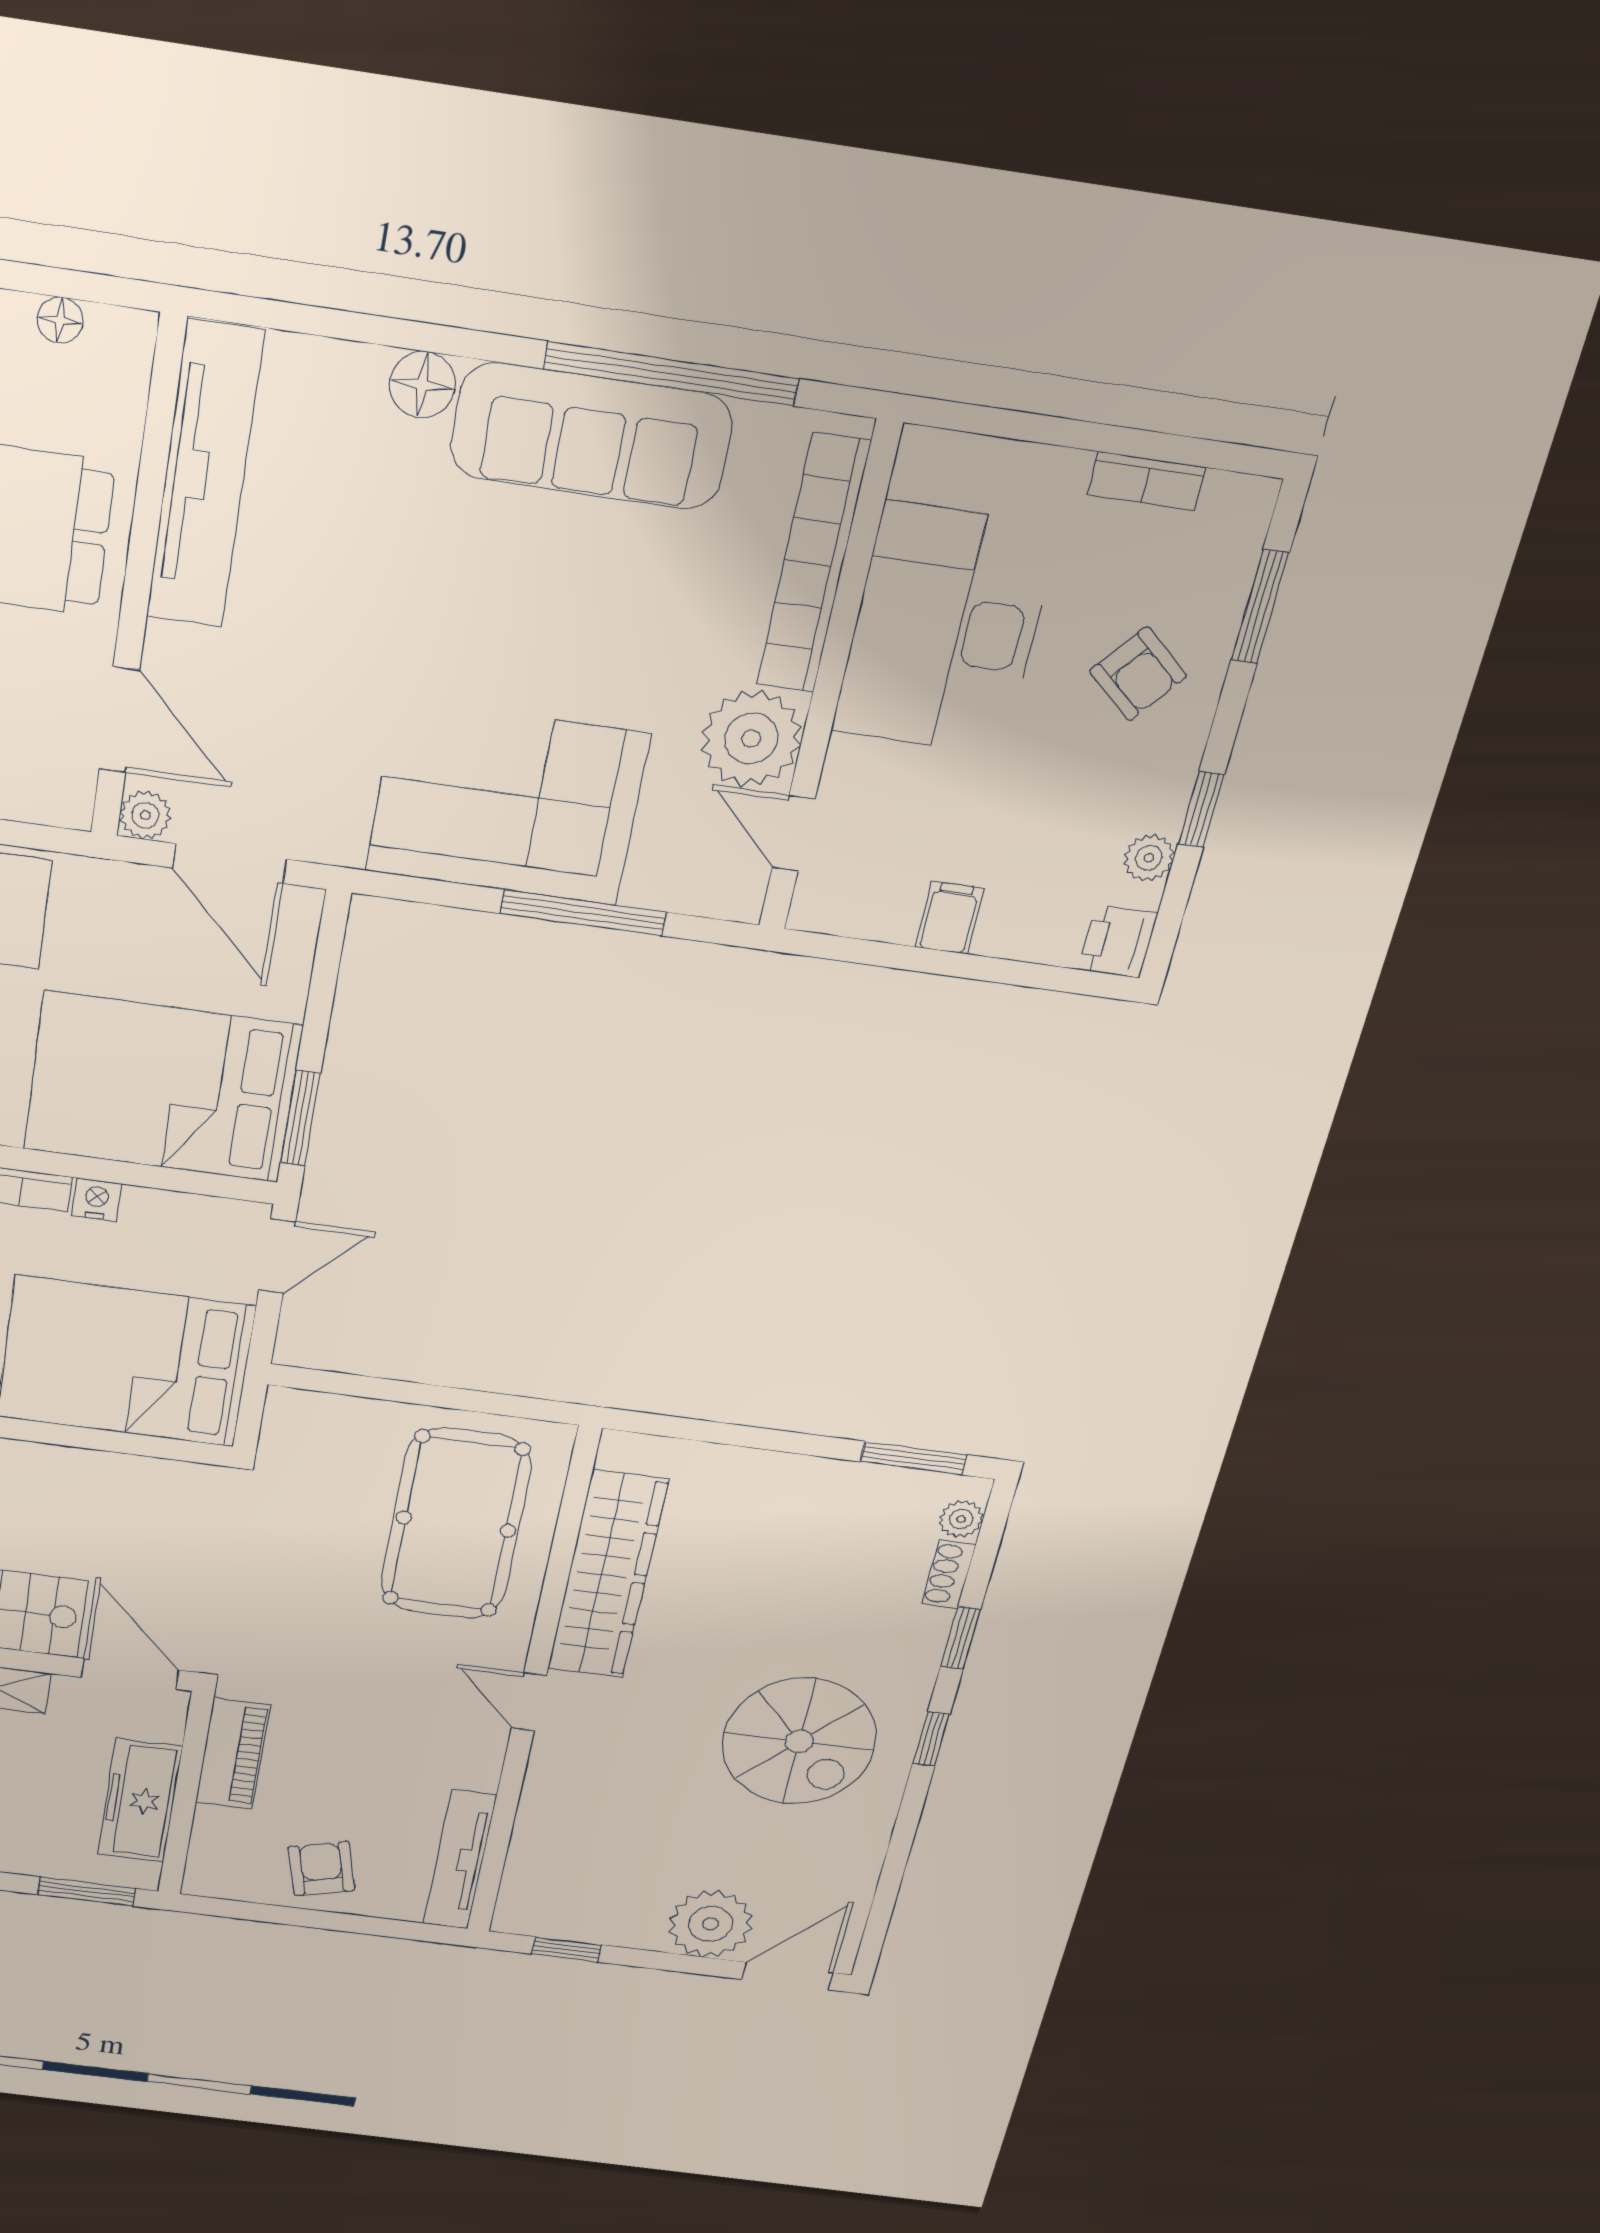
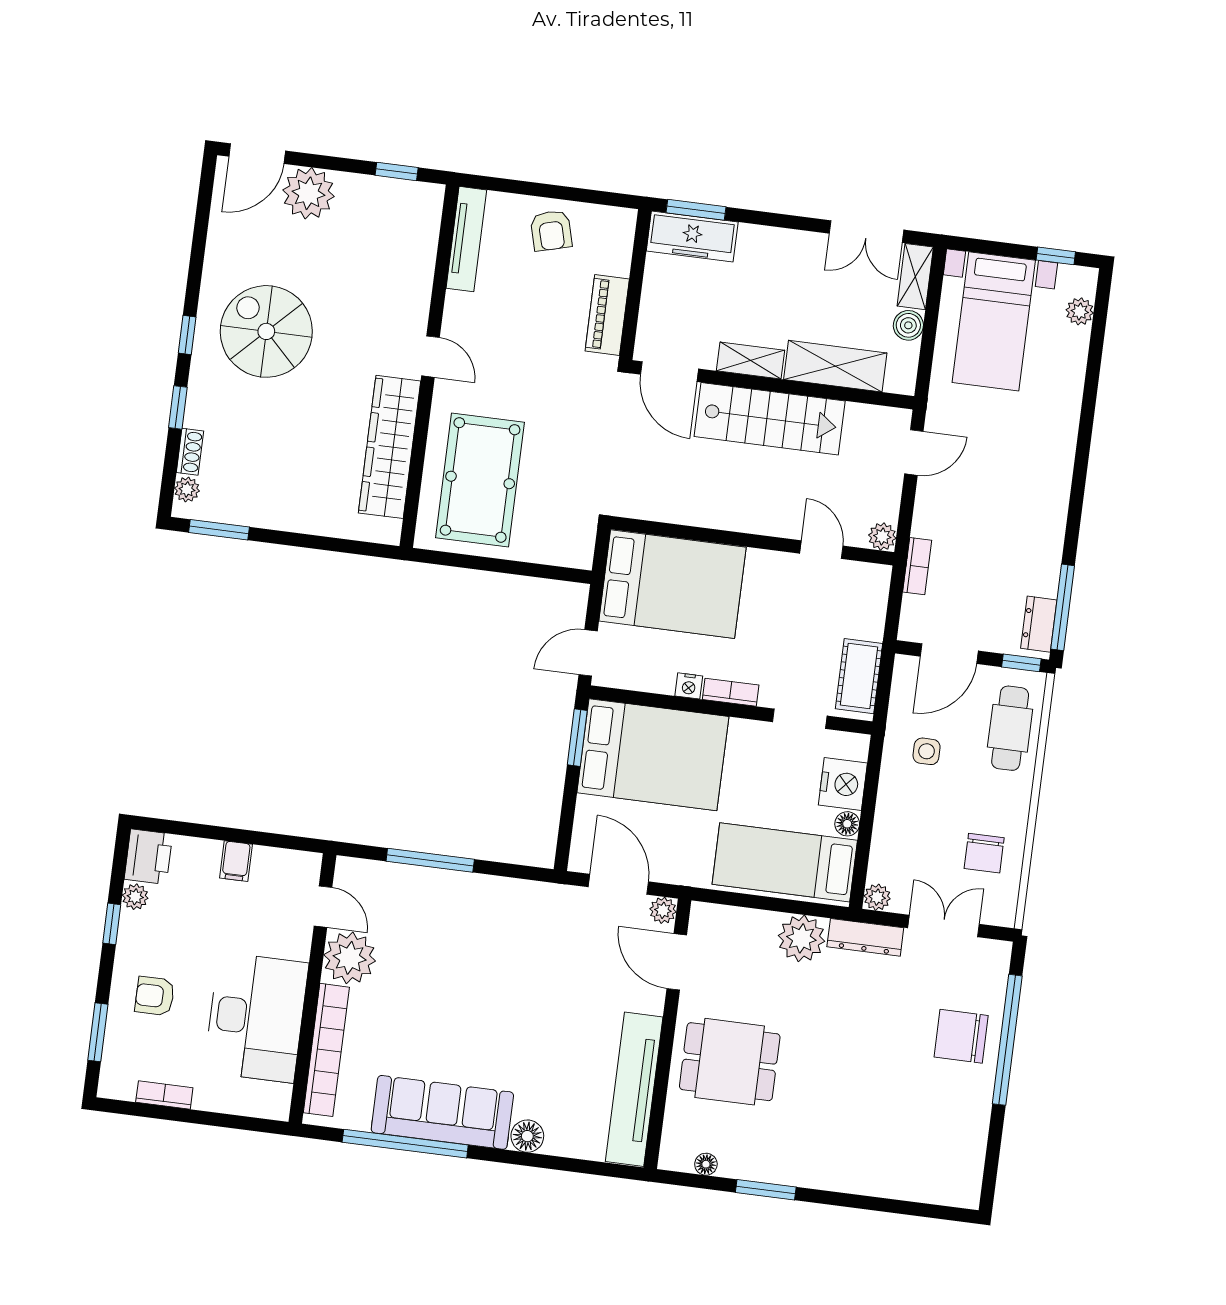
armchair: (1138, 674) -> (155, 996), turned -40
corner sofa: (507, 803) -> (474, 921), removed
printer: (1118, 942) -> (148, 857), width x1.36, depth x1.24
freezer: (140, 1801) -> (692, 237), moved, turned 90

